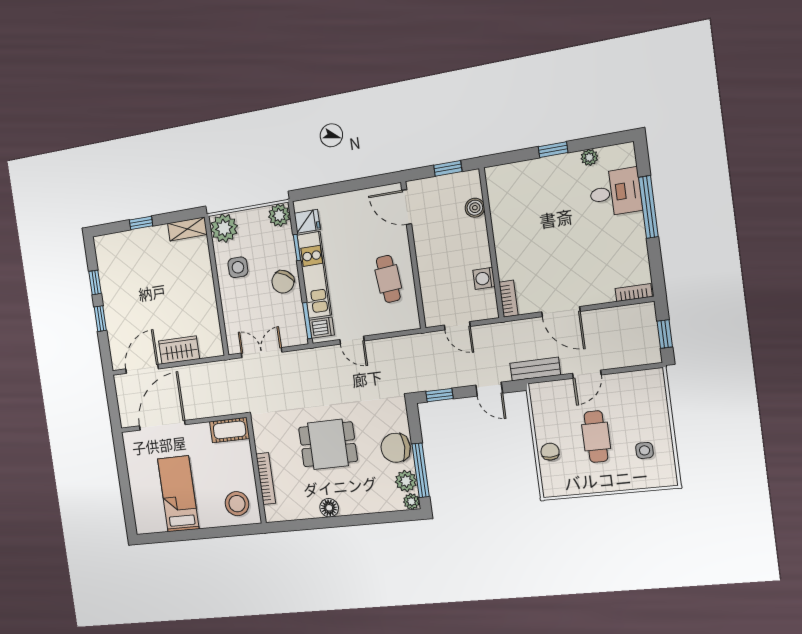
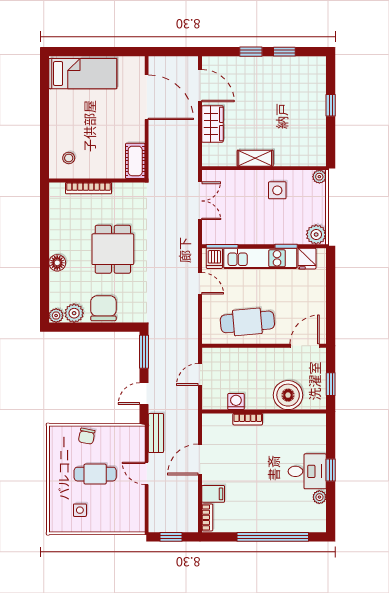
desk: (615, 192) -> (307, 471), moved, turned -90
window: (648, 207) -> (273, 537), width x1.46
boiler: (475, 208) -> (288, 395), width x1.86, depth x1.86
plant: (224, 228) -> (319, 177), width x0.53, depth x0.53
shelving: (187, 229) -> (255, 158), moved, turned 90
cafe table: (388, 279) -> (247, 322), width x1.37, depth x1.35
chair: (283, 282) -> (259, 229), removed
filing cabinet: (602, 289) -> (213, 494), added
bookcase: (508, 299) -> (248, 419), moved
door: (352, 340) -> (200, 283), swing flipped
window: (439, 395) -> (144, 352), width x1.50
chair: (550, 452) -> (87, 436), turned 101
window: (421, 470) -> (82, 327), removed
bed: (178, 494) -> (83, 74), moved
stool: (237, 504) -> (69, 158), width x0.53, depth x0.53
floor lamp: (329, 508) -> (57, 263), moved

